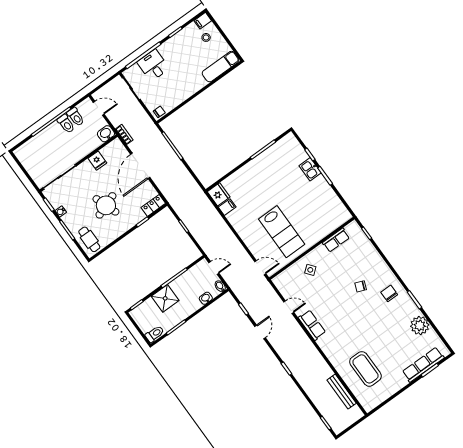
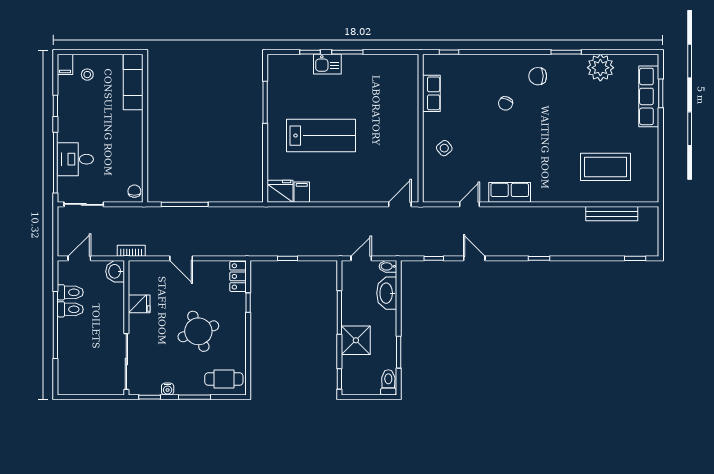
door: (140, 166) -> (181, 258), width x0.53
lab bench: (282, 232) -> (321, 136), moved
washbasin: (206, 298) -> (387, 293), width x1.91, depth x1.45

